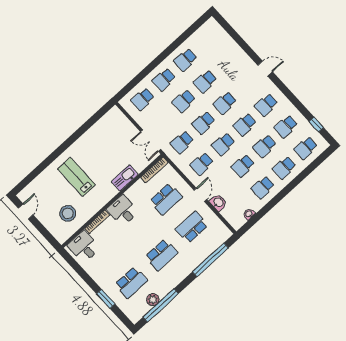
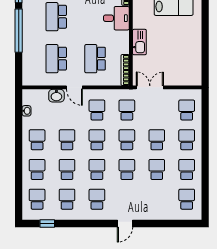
school desk: (207, 40) -> (187, 199), added
school desk: (192, 227) -> (56, 59), turned 180
window: (210, 260) -> (19, 31), moved

